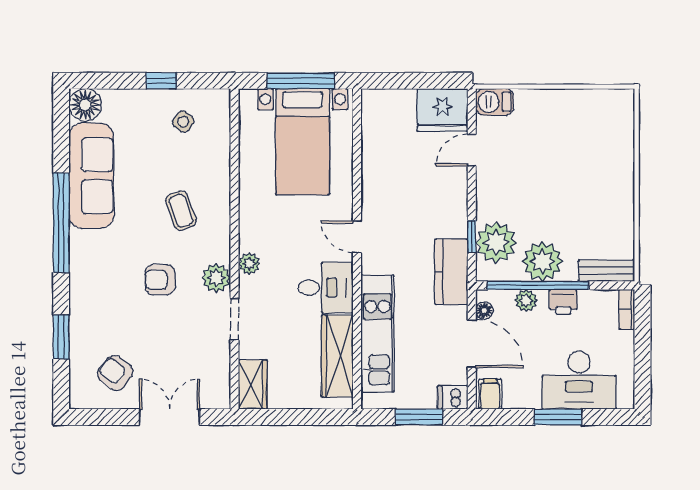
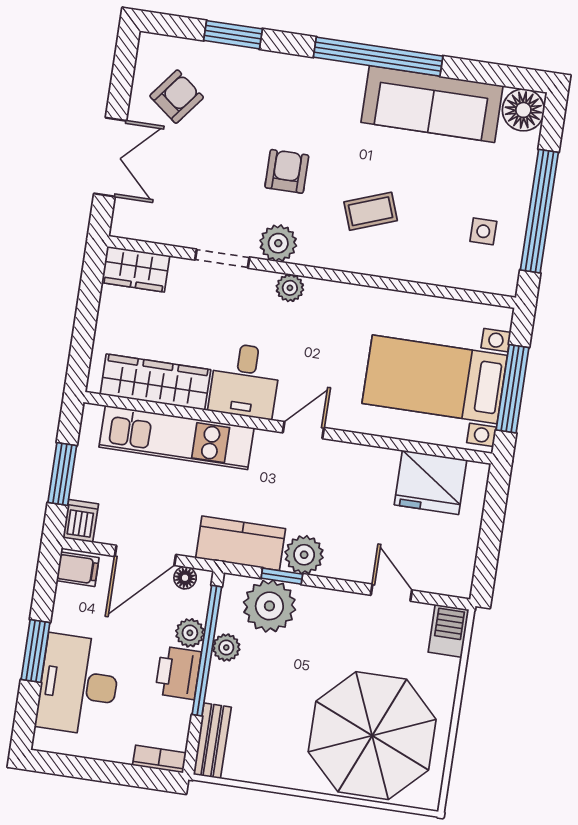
window: (161, 81) -> (539, 211), width x3.17
fridge: (442, 110) -> (431, 482), moved, turned -90
side table: (183, 122) -> (483, 231), turned -38
parasol: (584, 148) -> (372, 736), added
plant: (453, 222) -> (304, 555), added
plant: (542, 261) -> (226, 647), width x0.53, depth x0.53
printer: (563, 302) -> (178, 673), width x1.36, depth x1.24

